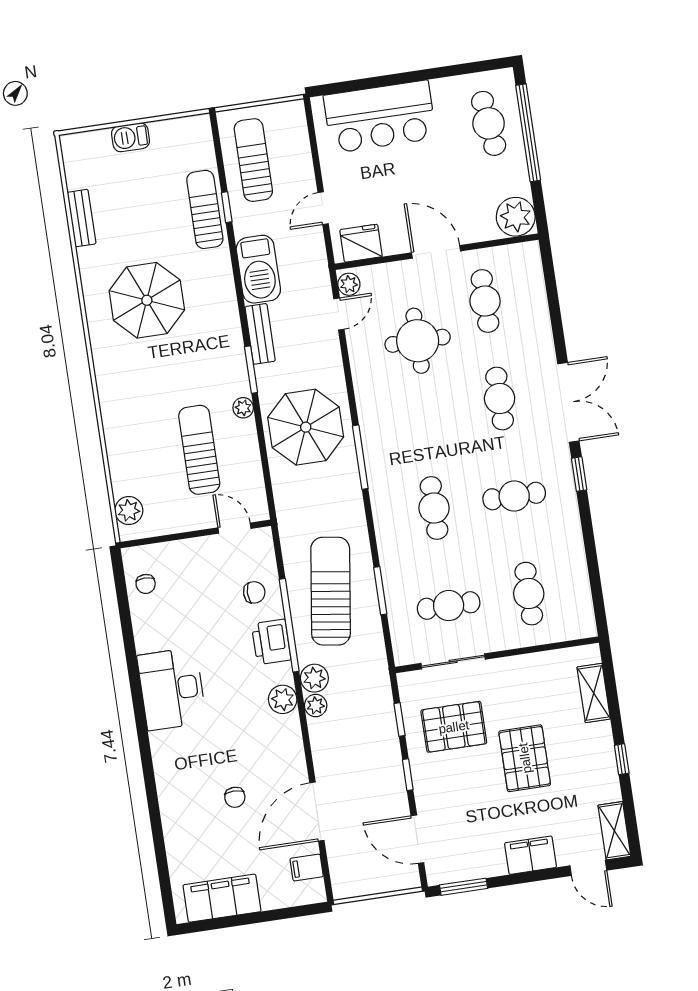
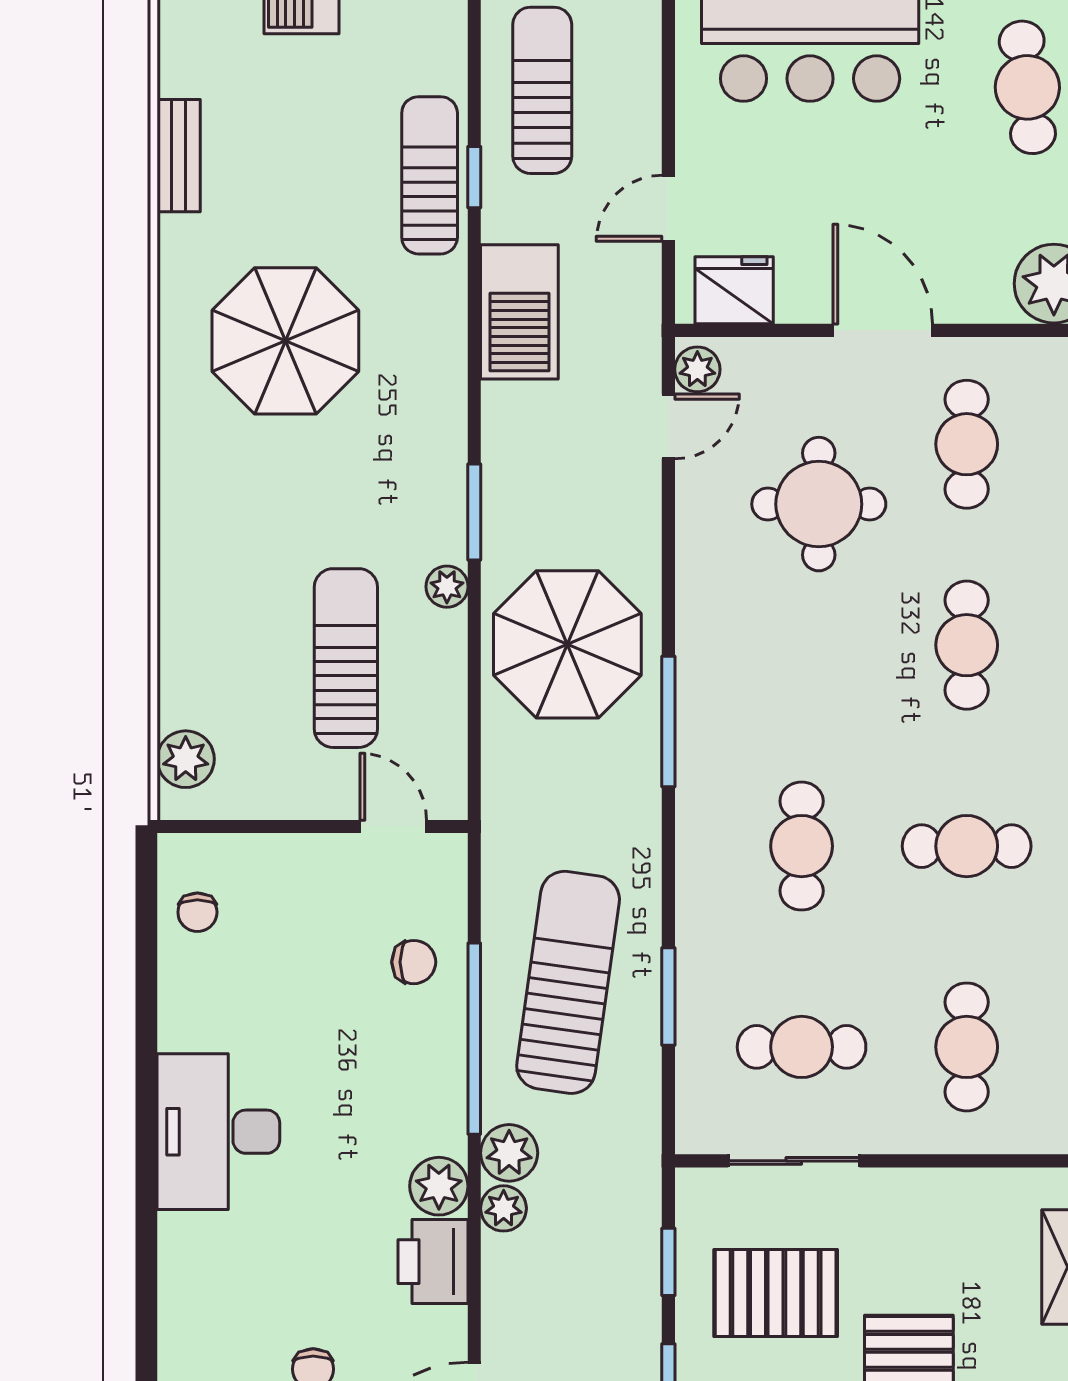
bench: (260, 334) -> (503, 443), removed
printer: (271, 642) -> (433, 1262), moved

